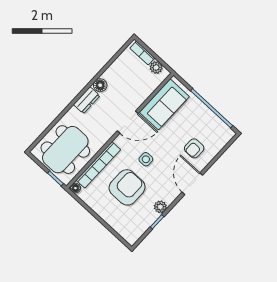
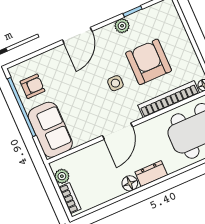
sofa: (164, 104) -> (50, 130), moved, turned 90
door: (128, 122) -> (117, 131), swing flipped
armchair: (194, 148) -> (32, 86), moved
armchair: (127, 187) -> (149, 62), turned 90

